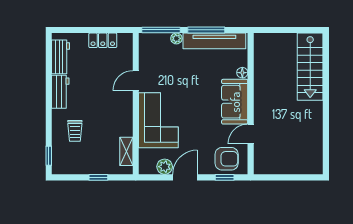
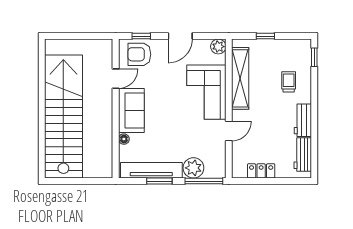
window: (206, 30) -> (159, 181), width x0.69
plant: (176, 38) -> (193, 168), width x1.88, depth x1.88
stairs: (310, 67) -> (63, 116), width x1.86, depth x1.51
shelving: (126, 151) -> (240, 78), width x2.20, depth x1.33
plant: (165, 167) -> (218, 47), moved

